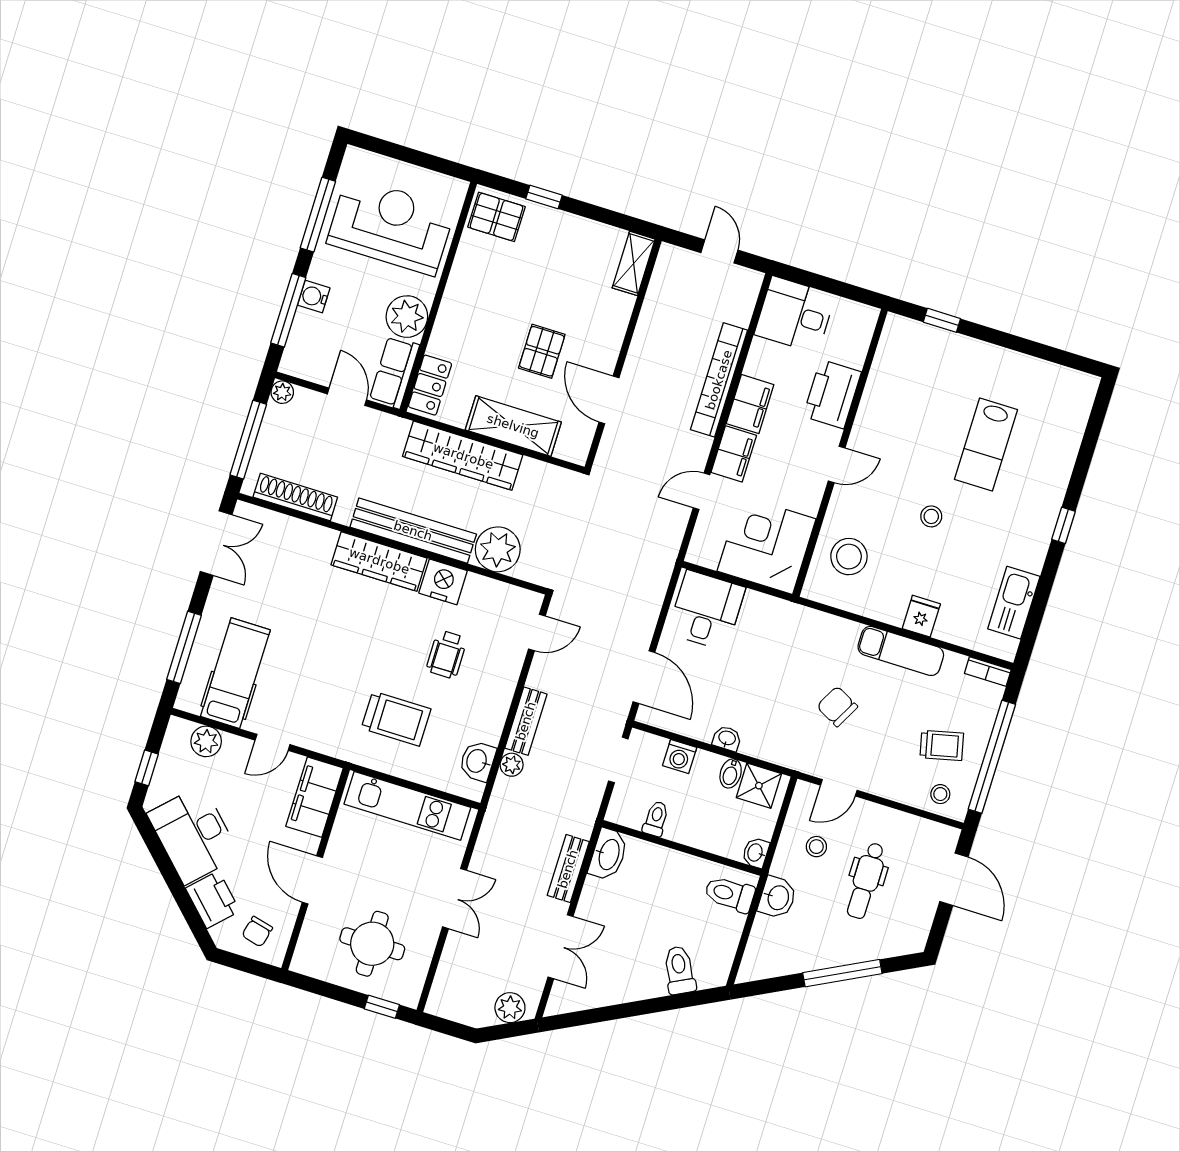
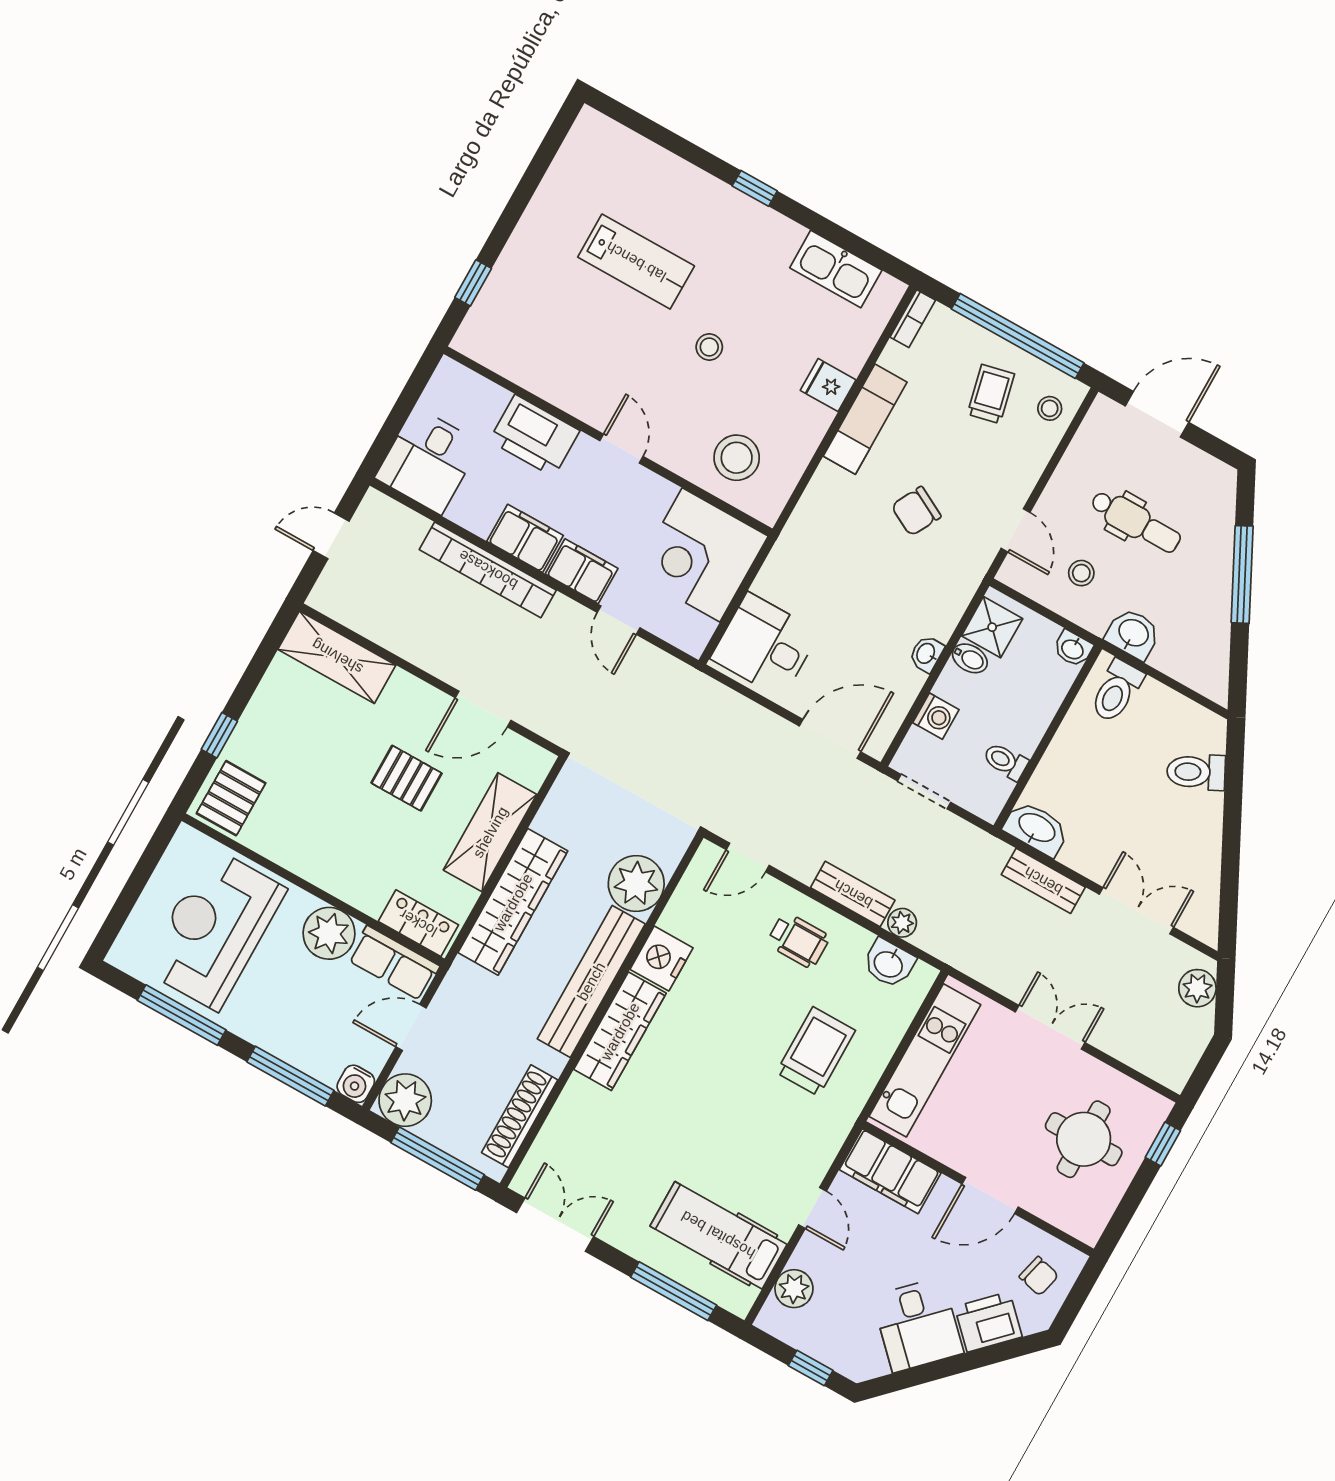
shelving: (634, 263) -> (337, 657), width x1.50, depth x1.33
water cooler: (314, 297) -> (356, 1084), moved
plant: (282, 392) -> (405, 1100), width x1.87, depth x1.87
door: (537, 633) -> (748, 857), swing flipped
wheelchair: (447, 654) -> (798, 940), moved
desk: (193, 835) -> (918, 1325), width x0.73

